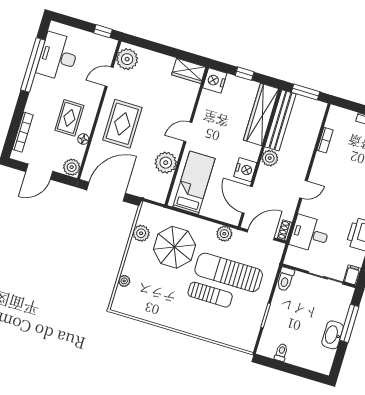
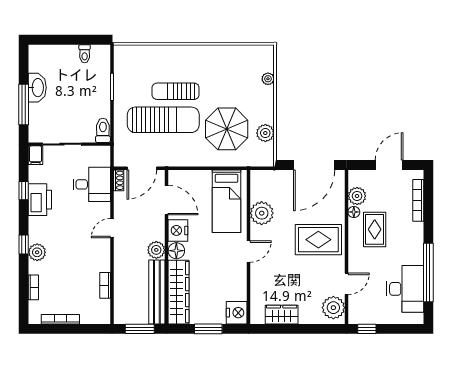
wardrobe: (189, 71) -> (282, 315), moved
window: (245, 74) -> (208, 329), width x1.50
rug: (122, 124) -> (318, 240), turned 90
floor lamp: (252, 152) -> (176, 251), added
plant: (72, 167) -> (357, 196), moved
plant: (224, 234) -> (180, 158), removed

